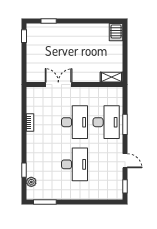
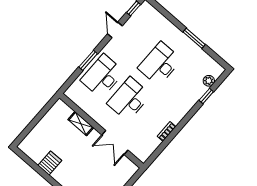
server rack: (116, 32) -> (50, 163), moved
shelving: (112, 77) -> (81, 124), moved
window: (45, 202) -> (194, 38), moved

